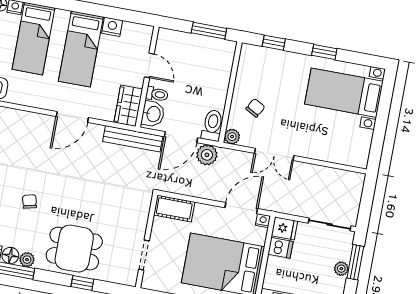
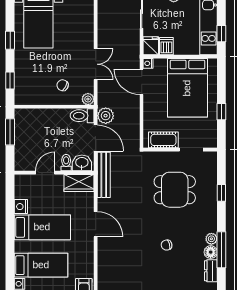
cot: (174, 208) -> (163, 140), moved, turned 90
dining table: (74, 249) -> (175, 190), moved, turned 90

